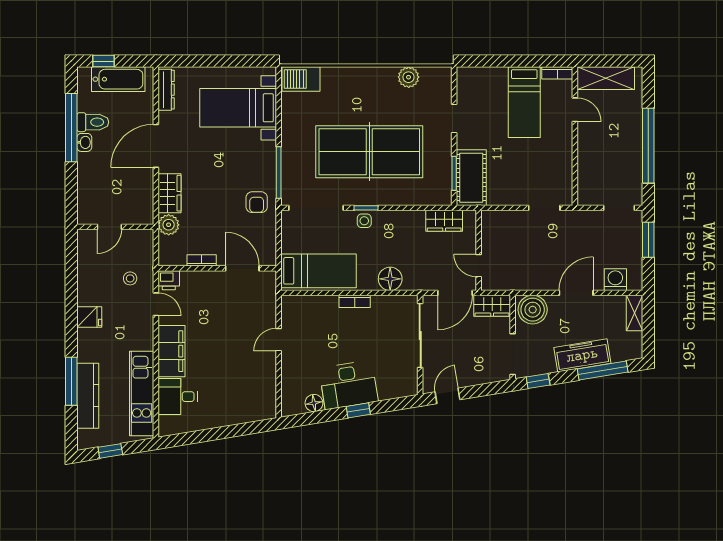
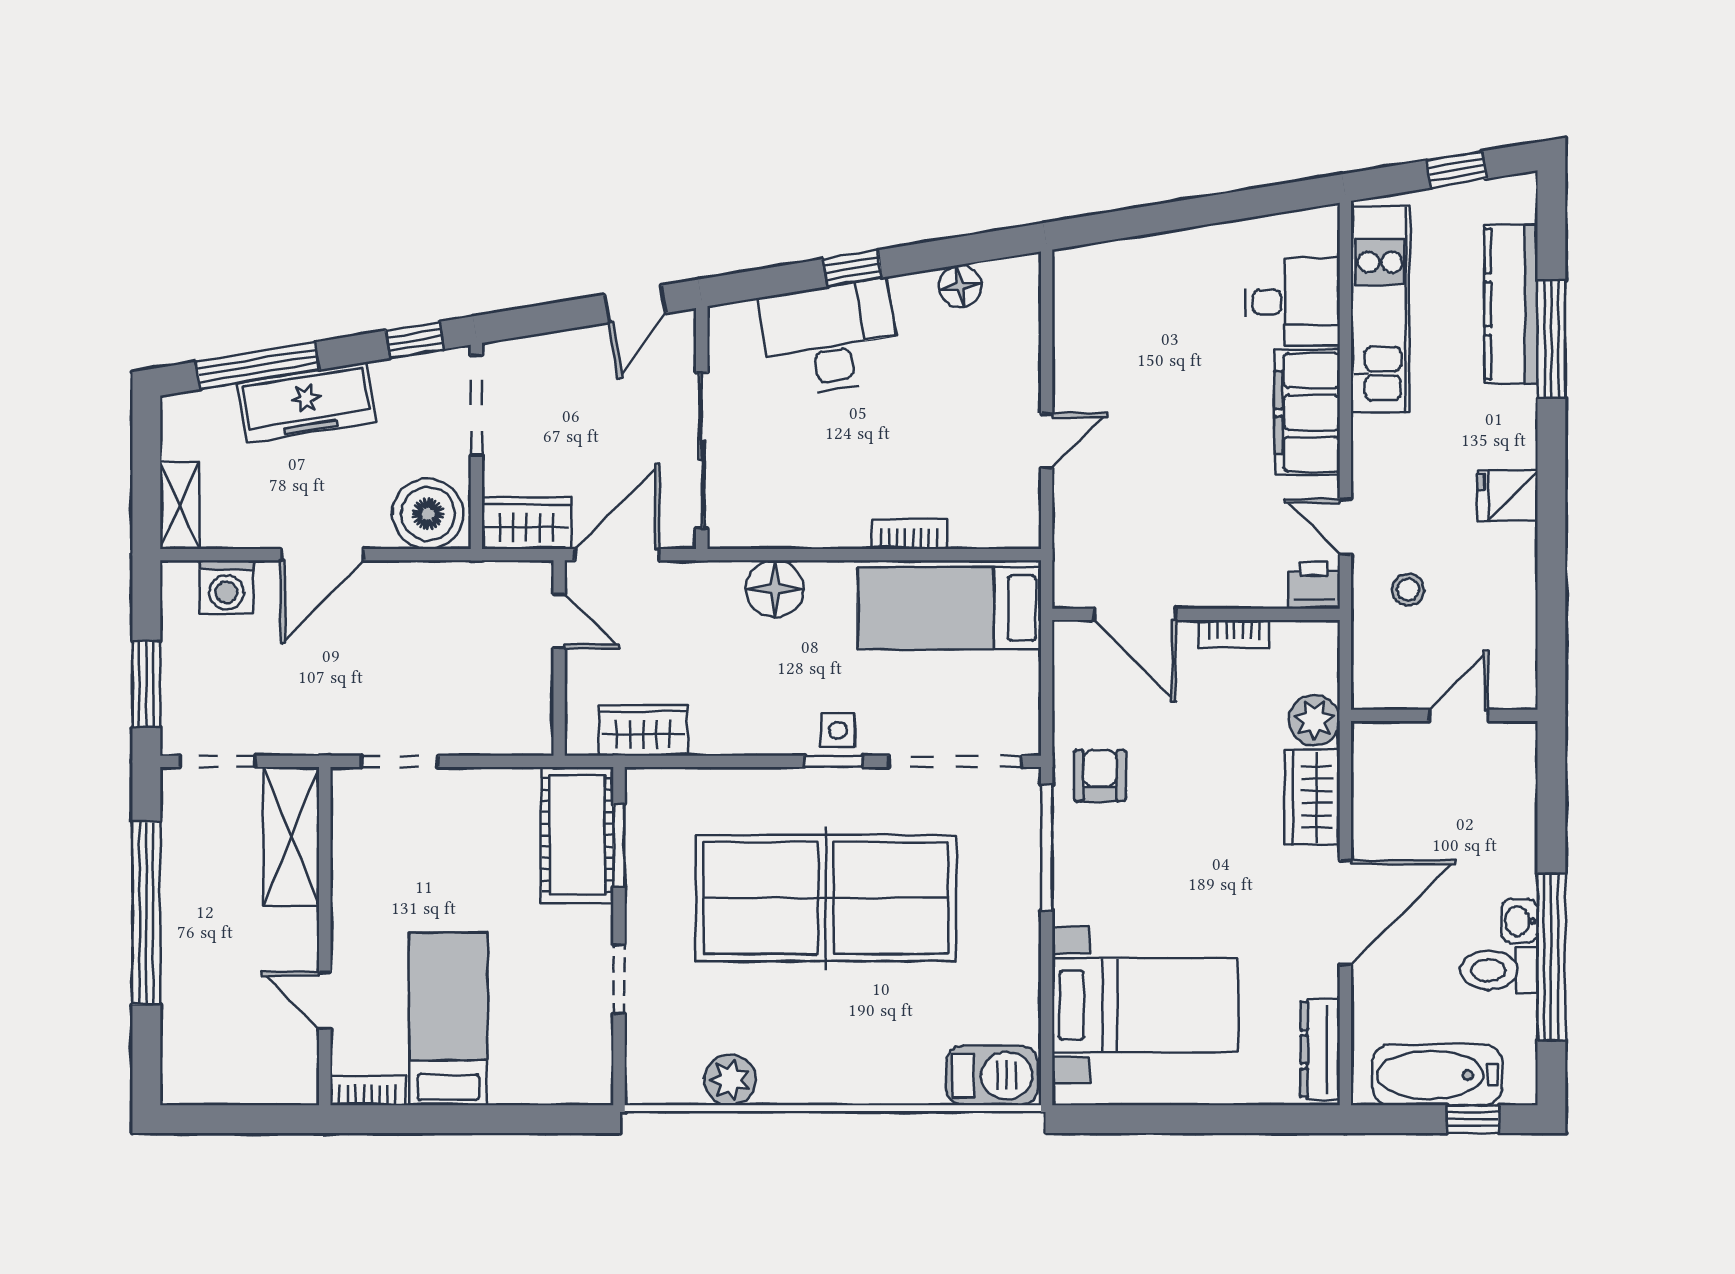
shelving: (606, 78) -> (291, 837), moved, turned 90
bookcase: (355, 301) -> (909, 534), moved
desk: (349, 385) -> (830, 338), moved

